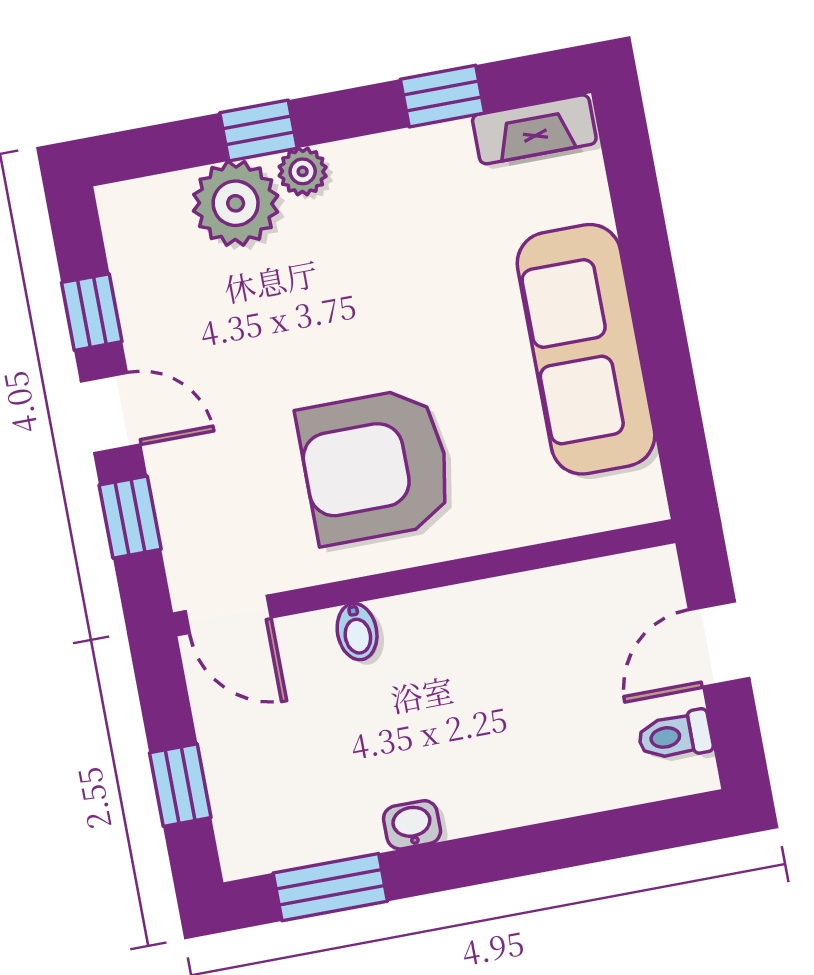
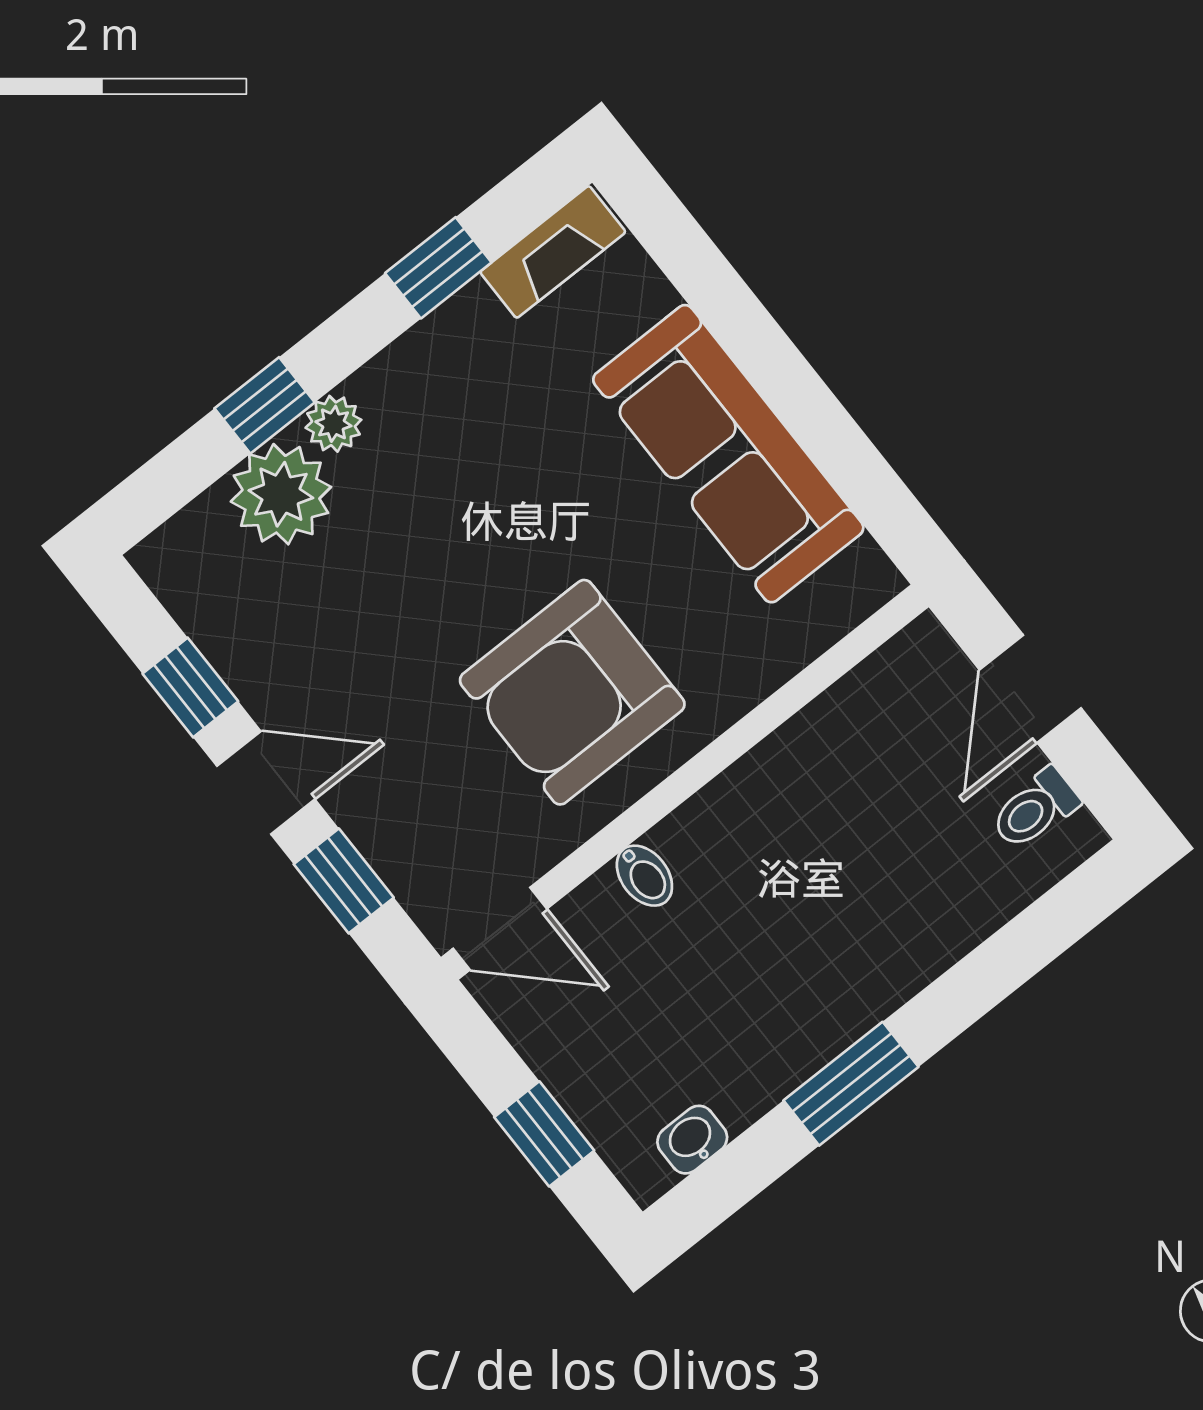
washbasin: (412, 825) -> (692, 1140), moved
window: (330, 887) -> (851, 1084), moved

